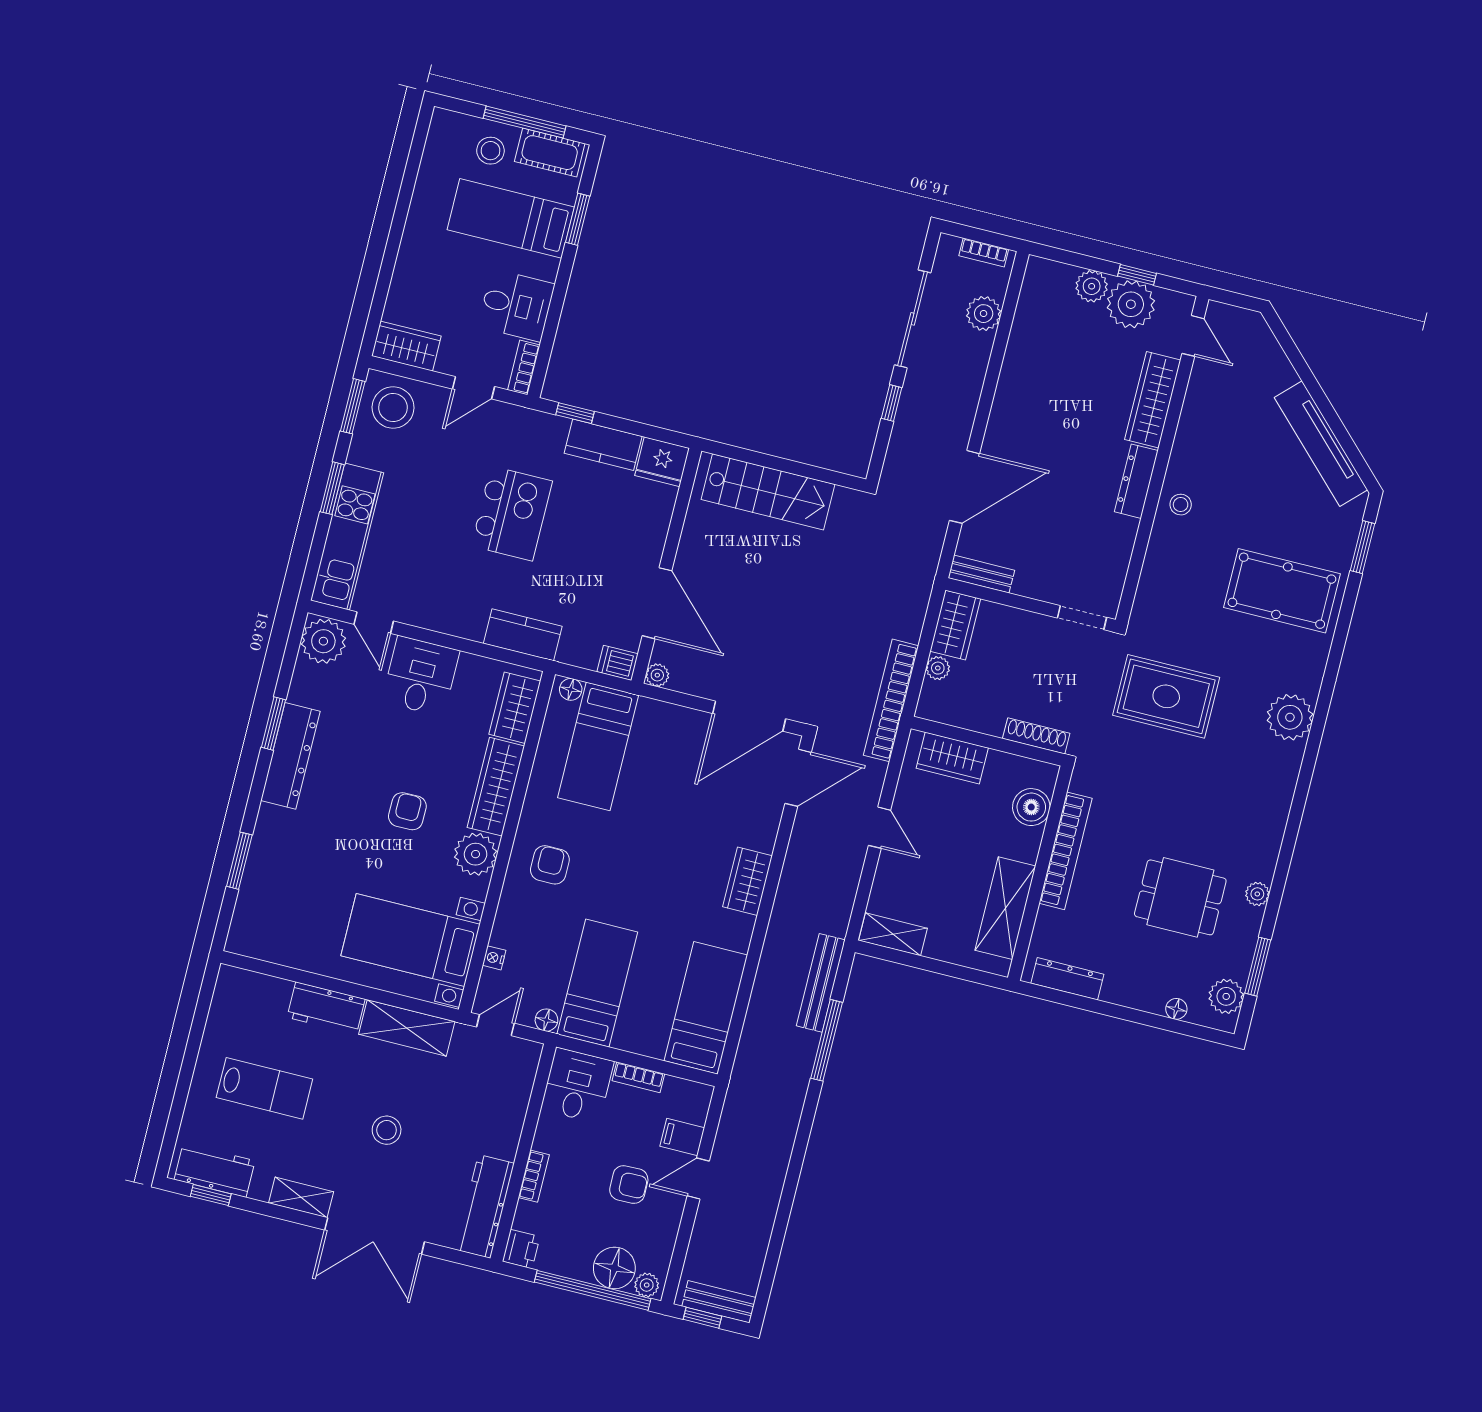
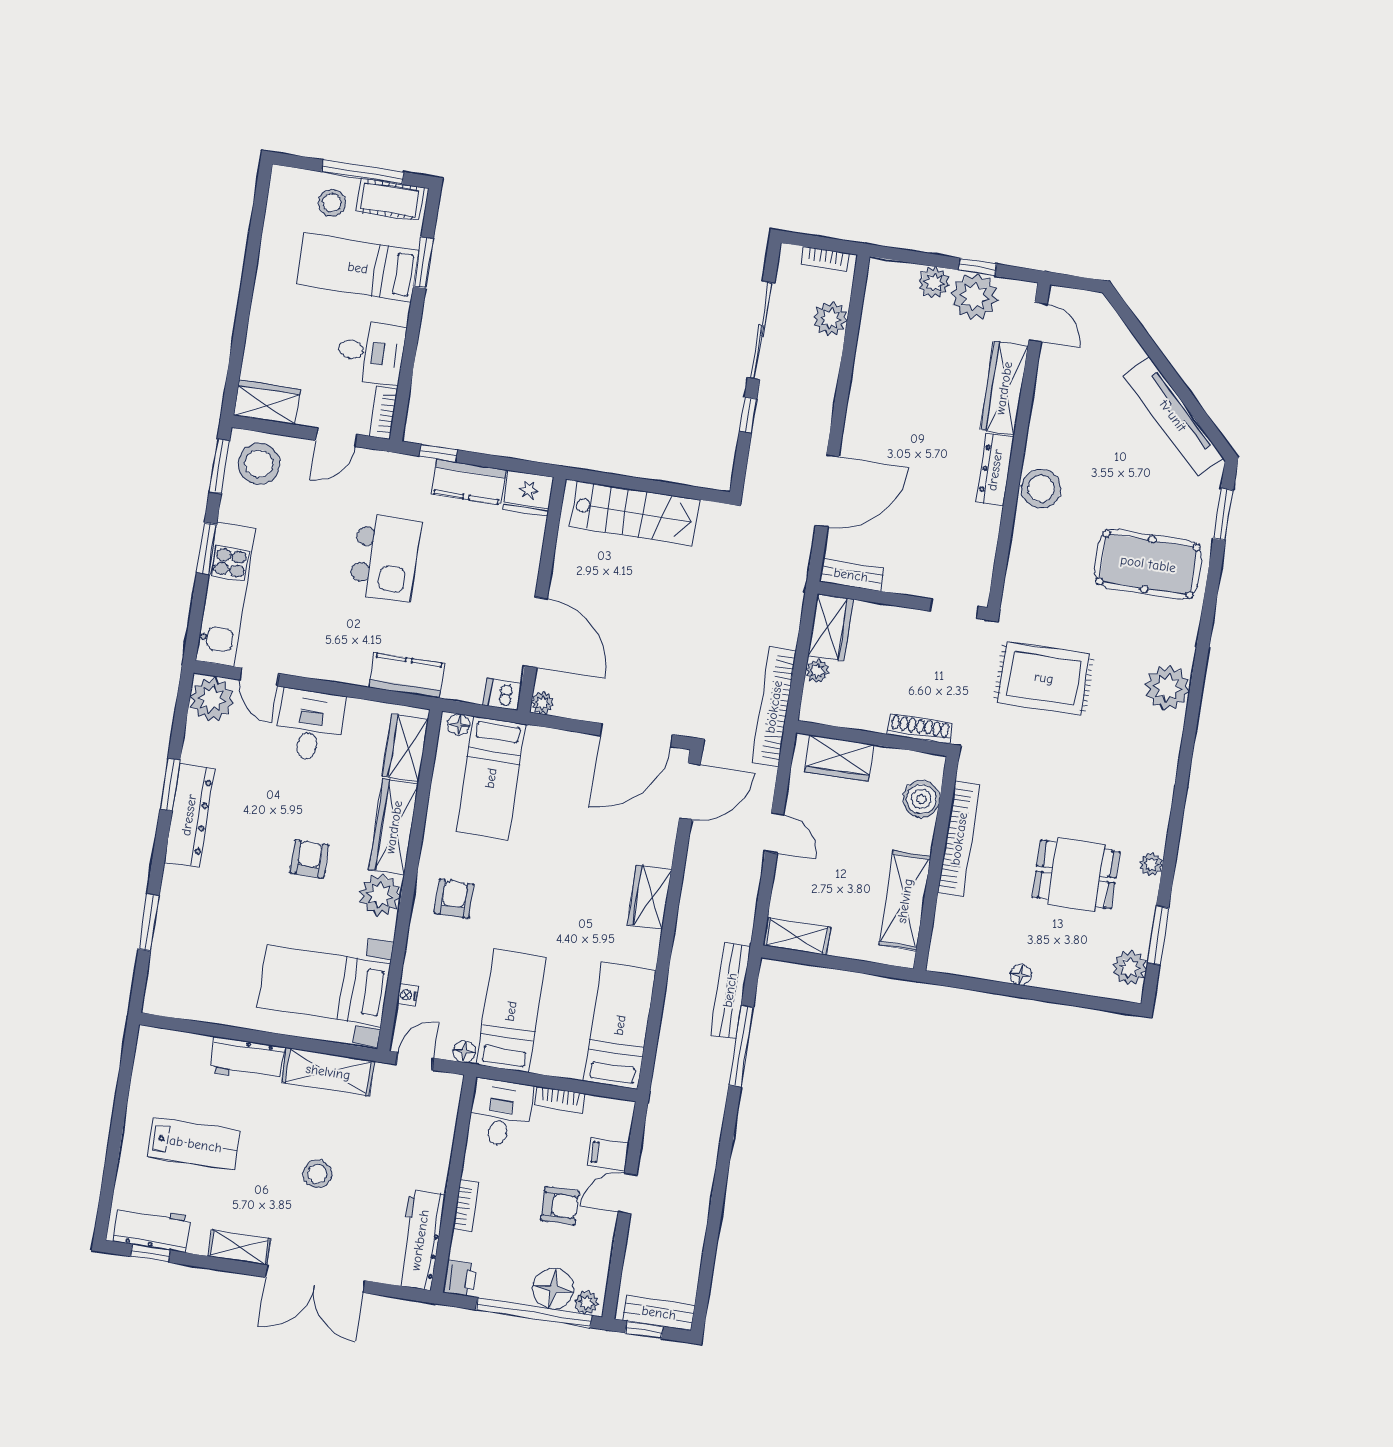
stool: (1181, 505) -> (1041, 489), width x1.89, depth x1.89
dresser: (1067, 979) -> (972, 964), removed
floor lamp: (1176, 1009) -> (1021, 975), moved

